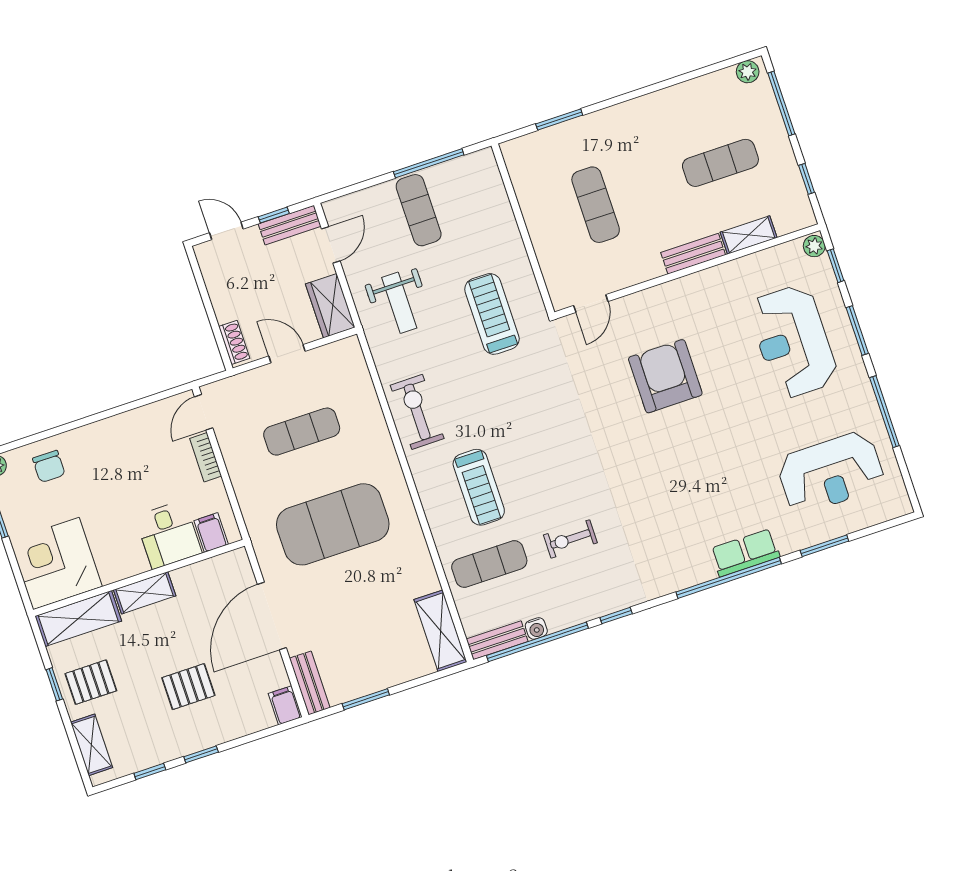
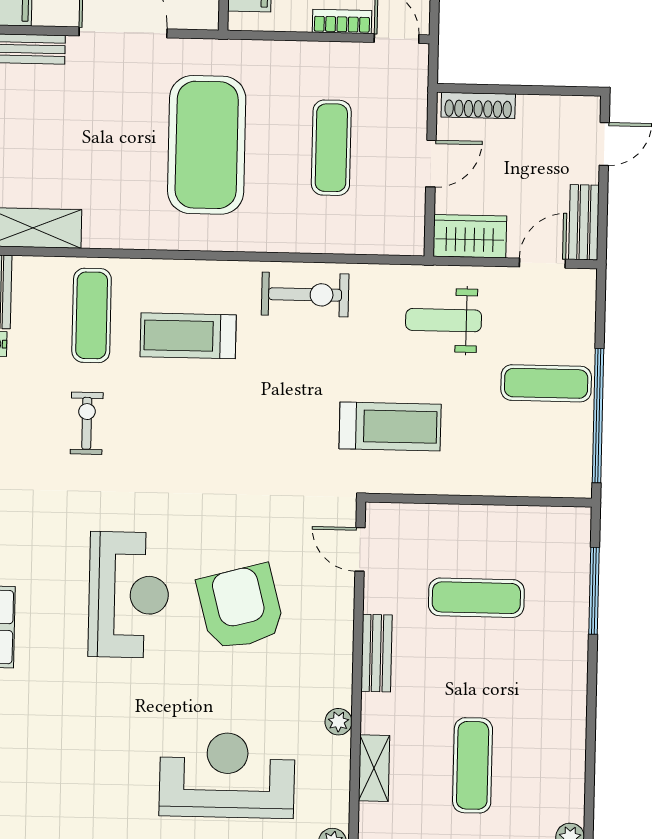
window: (559, 120) -> (594, 591), width x1.44
window: (429, 163) -> (598, 416), width x1.46
window: (274, 215) -> (603, 208), removed
door: (331, 245) -> (542, 263), swing flipped
bench: (693, 254) -> (376, 653), moved
plant: (724, 274) -> (338, 722), added
shoe rack: (234, 342) -> (478, 105), width x1.43
armchair: (665, 376) -> (241, 607), turned -105
reception desk: (831, 473) -> (129, 595), moved, turned 180

